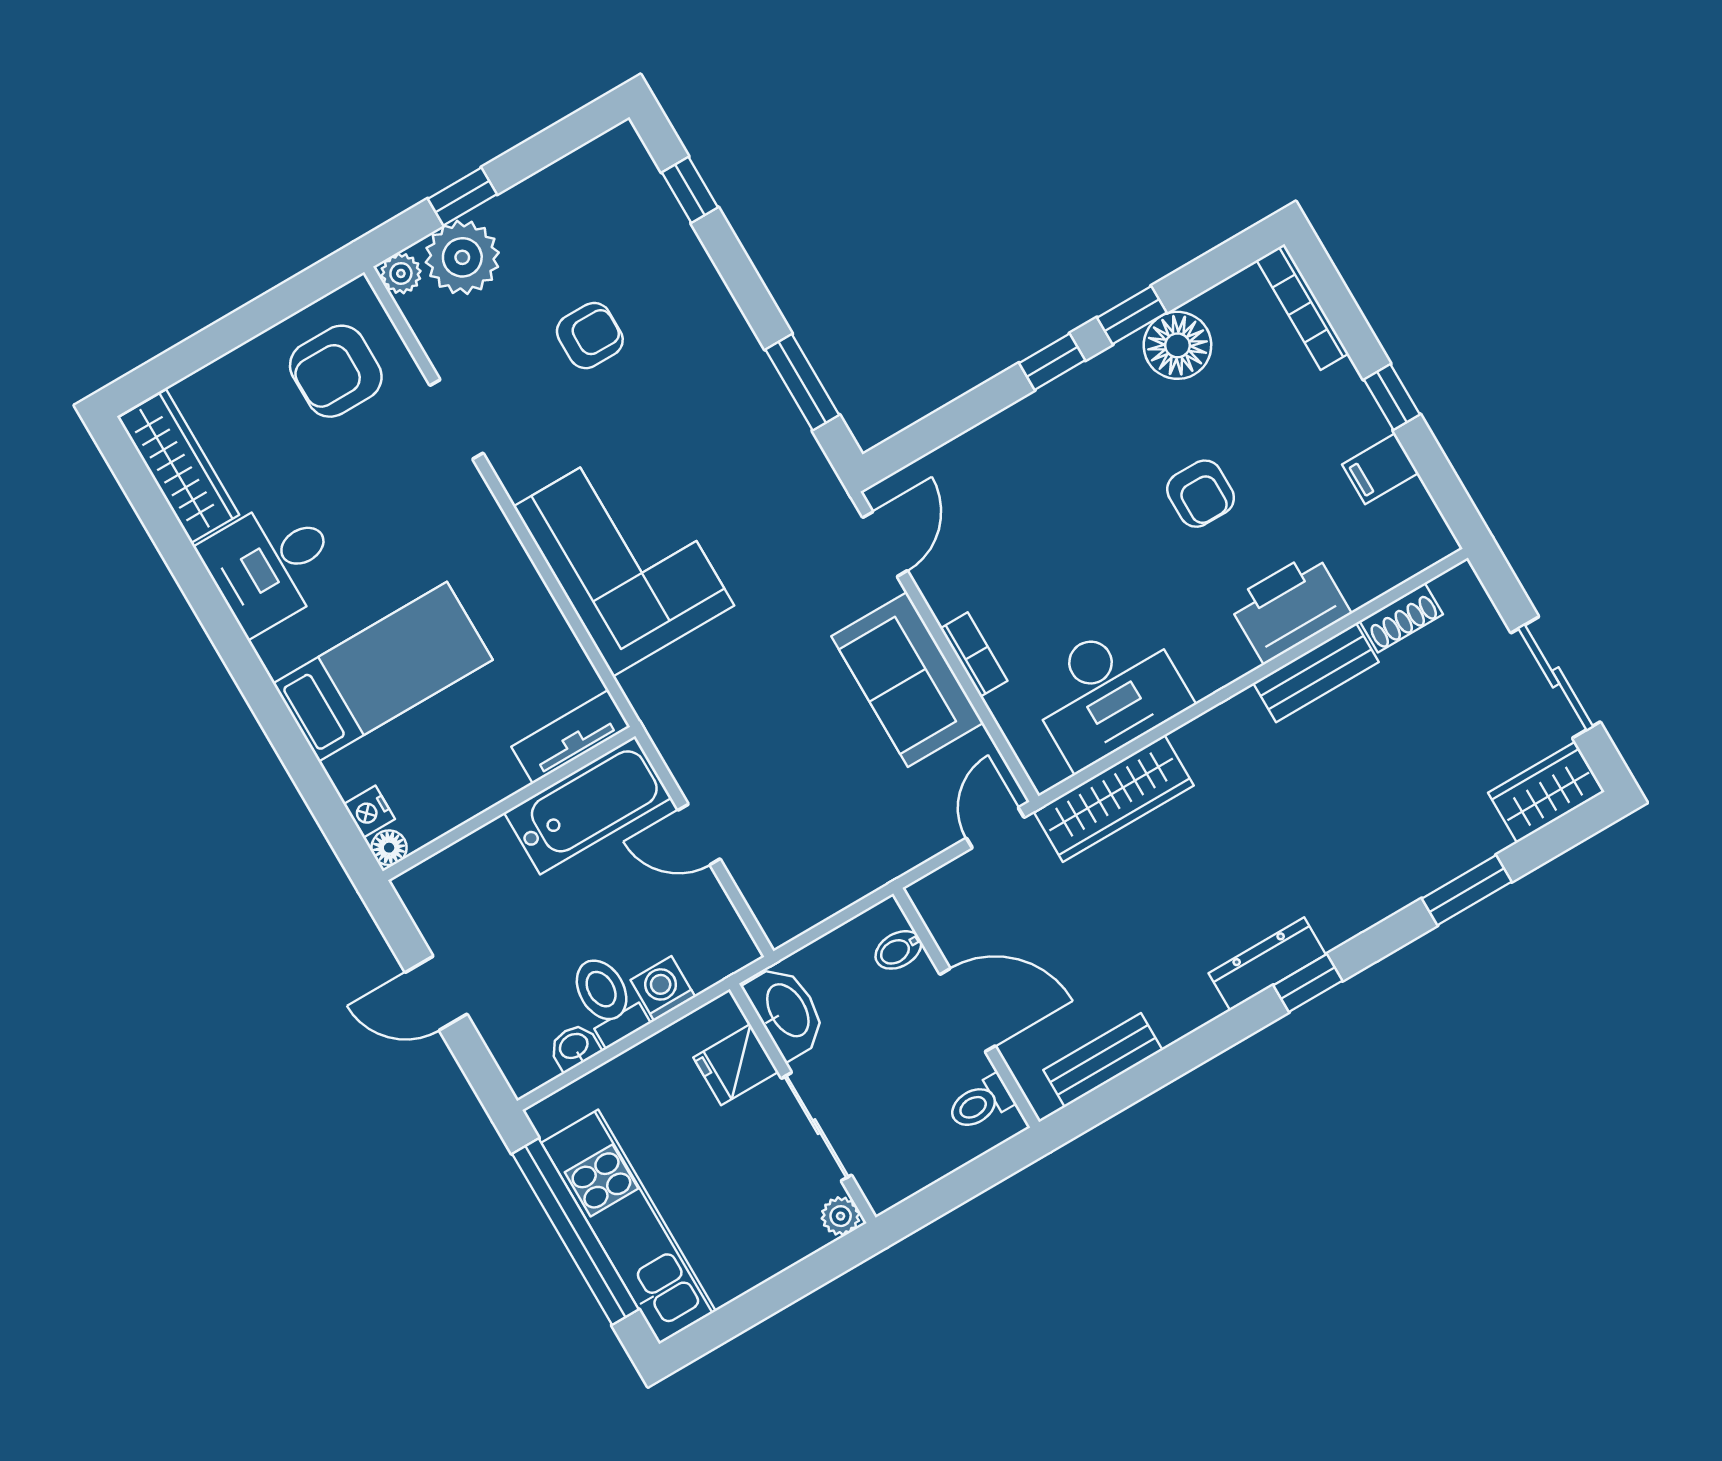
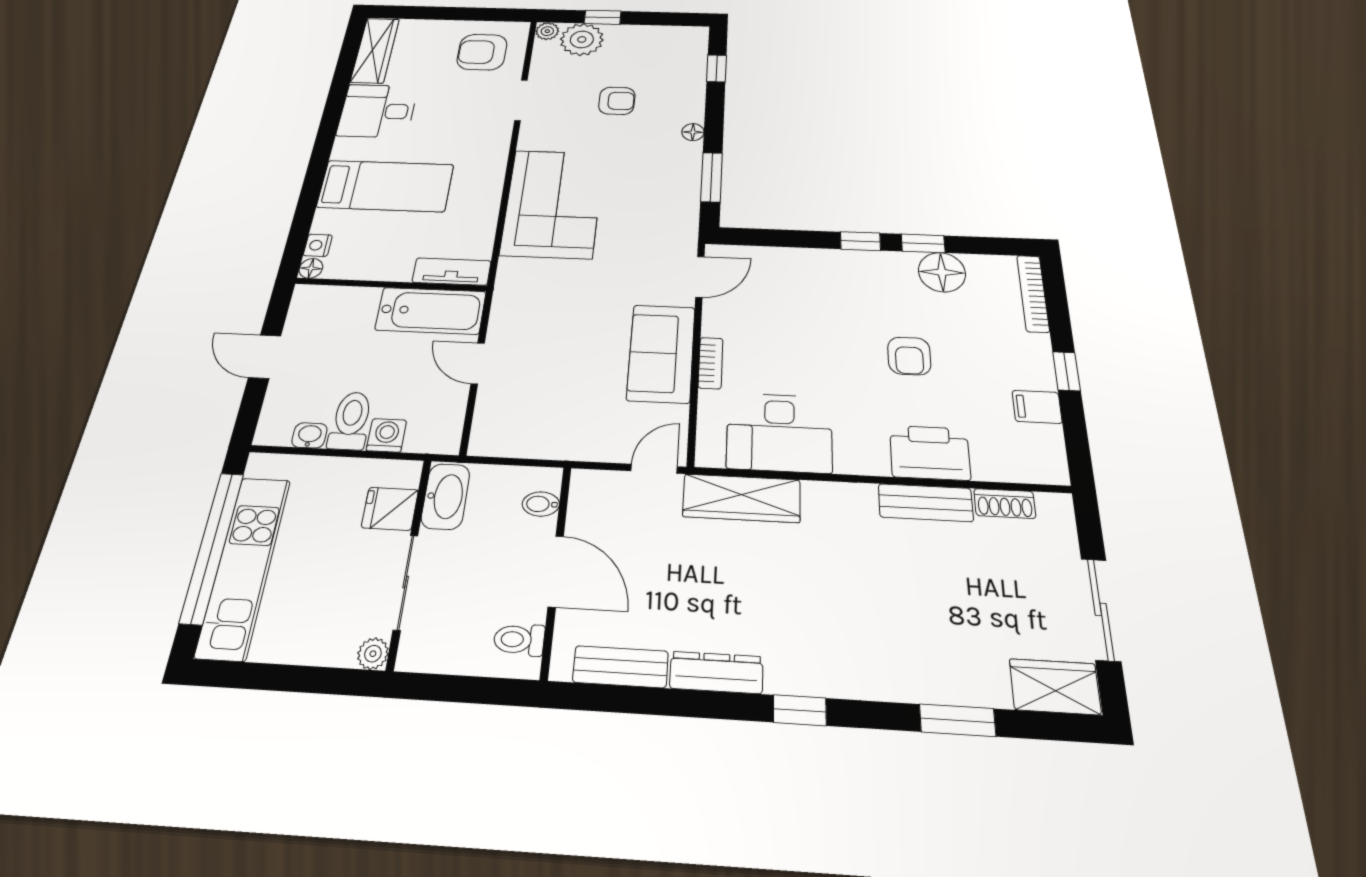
floor lamp: (730, 323) -> (693, 132), added
dresser: (1267, 964) -> (716, 672), moved

